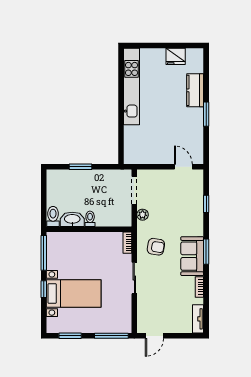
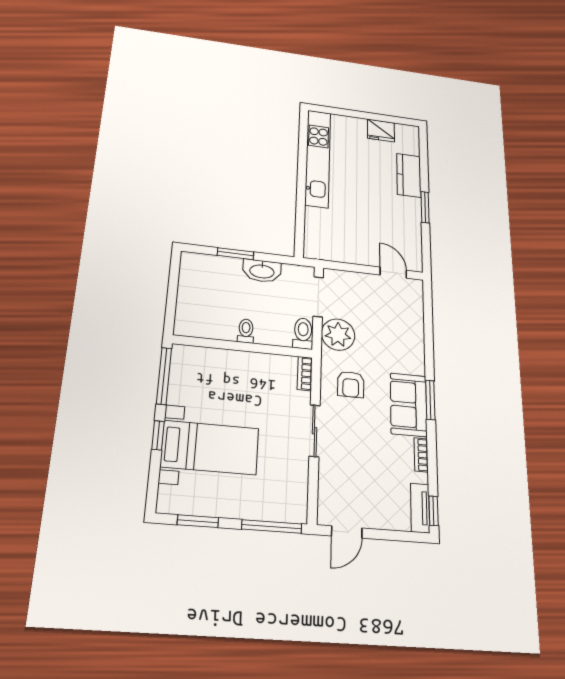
window: (206, 204) -> (434, 511), moved
plant: (143, 215) -> (338, 335), width x1.87, depth x1.87
toilet: (53, 216) -> (303, 333), moved
washbasin: (72, 219) -> (262, 271), moved, turned 180
armchair: (156, 247) -> (351, 384), turned 81

